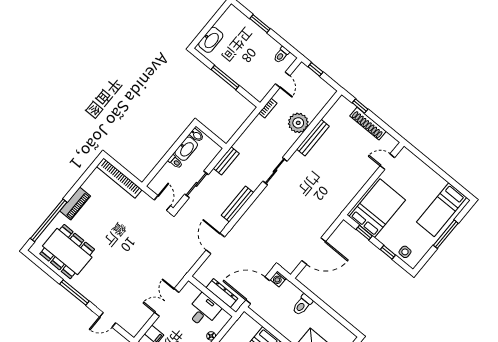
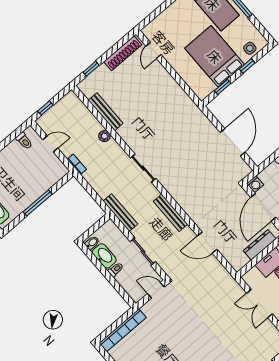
plant: (298, 123) -> (104, 136), width x0.53, depth x0.53
shoe rack: (368, 124) -> (123, 53), moved
bench: (313, 138) -> (106, 112), moved
bench: (226, 161) -> (120, 213), width x1.36
bed: (377, 208) -> (215, 56), moved

